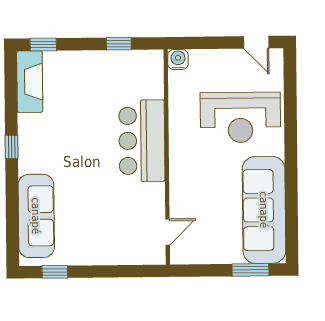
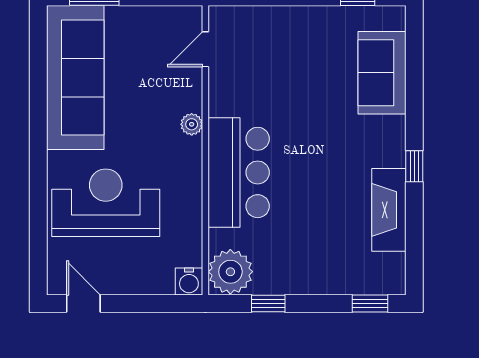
plant: (147, 67) -> (230, 272), added
fireplace: (30, 82) -> (389, 210), moved
plant: (177, 176) -> (192, 124), added
sofa: (36, 216) -> (382, 73), width x0.73

